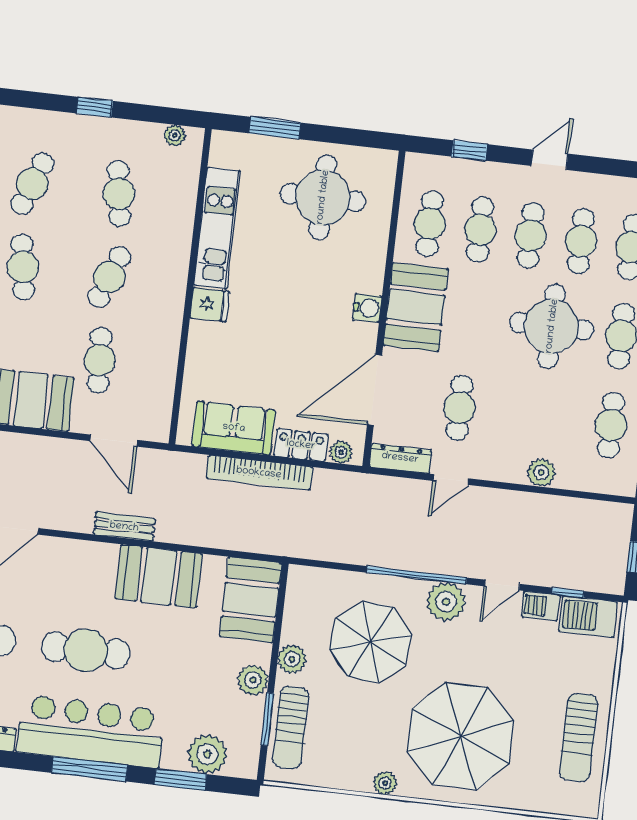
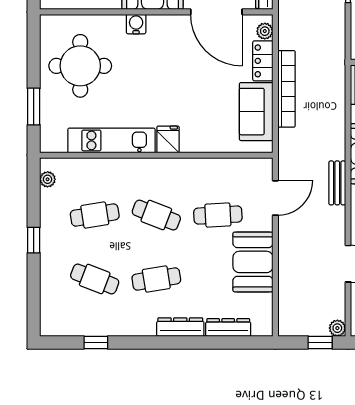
water cooler: (367, 308) -> (136, 24), moved

